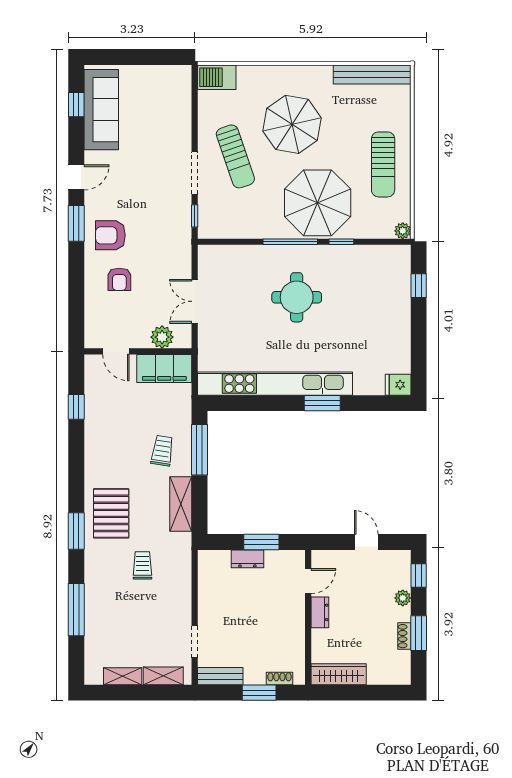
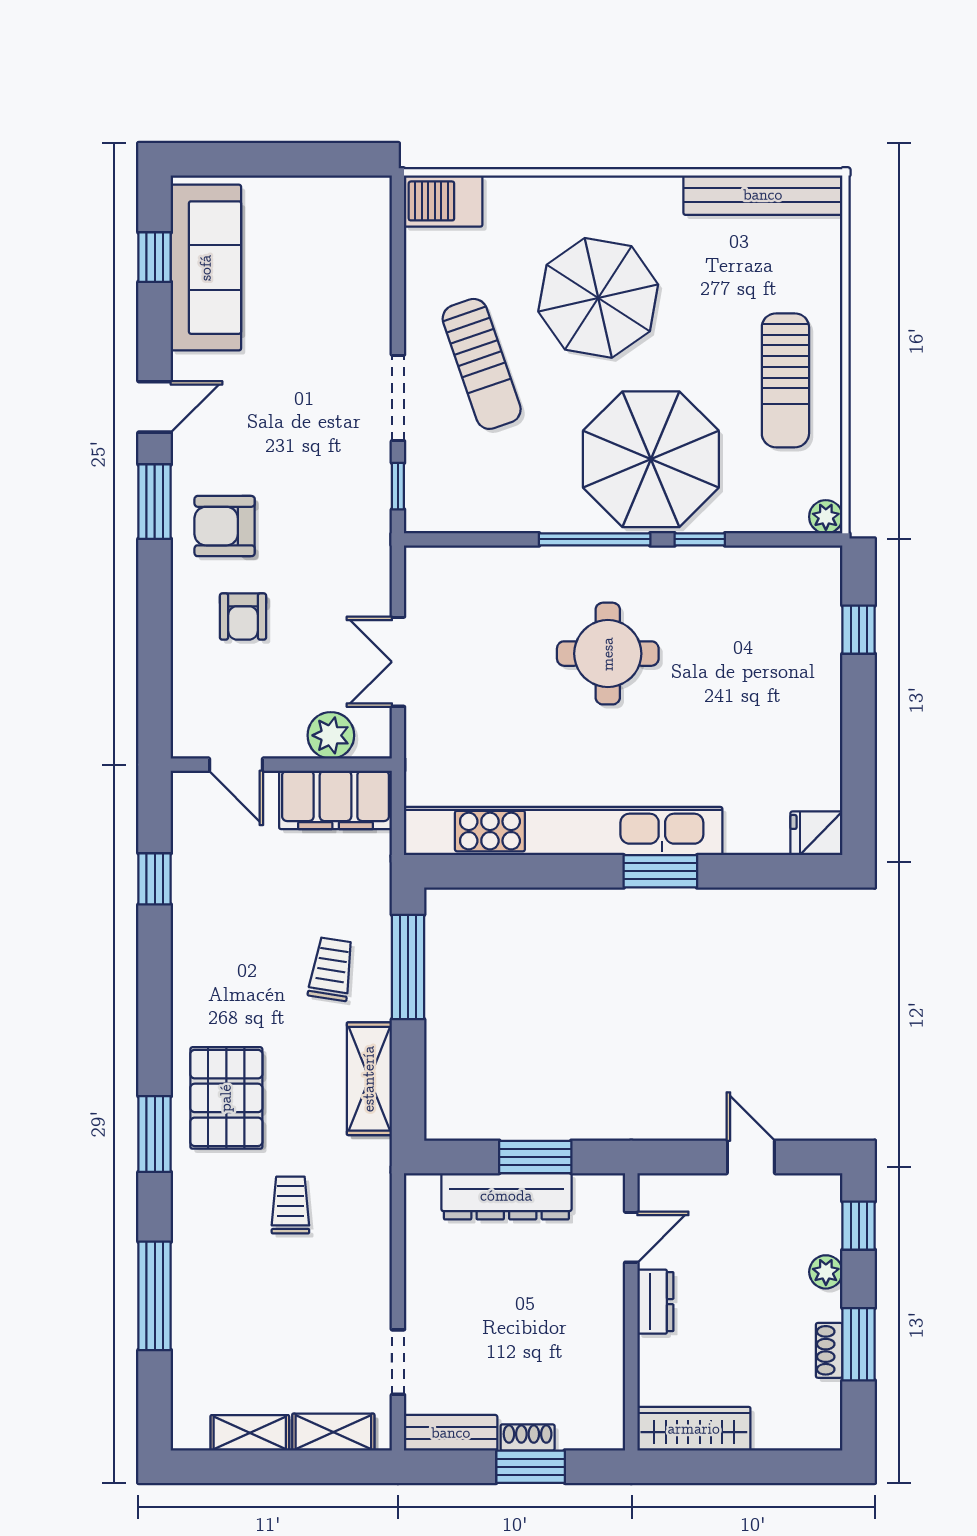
dresser: (247, 559) -> (506, 1196), width x1.96, depth x1.24
shoe rack: (279, 678) -> (528, 1437), moved

